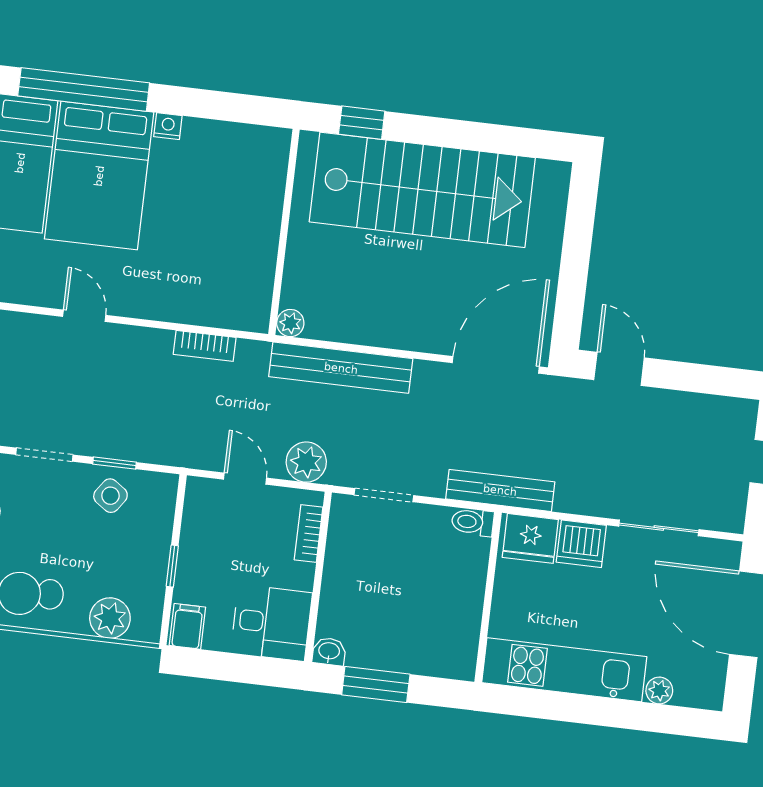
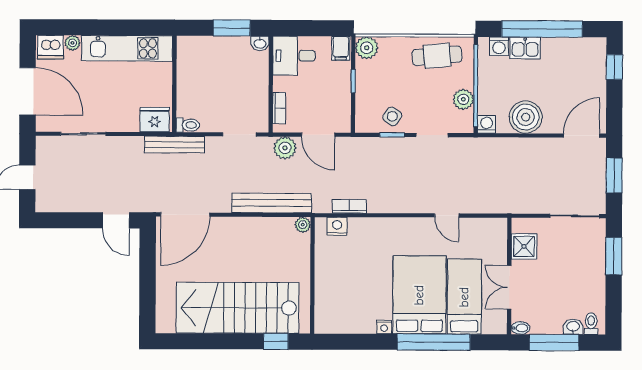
nightstand: (230, 313) -> (337, 226), added
door: (84, 316) -> (447, 216), moved
door: (245, 479) -> (318, 135), width x1.38
dishwasher: (581, 544) -> (50, 47), moved, turned 180
plant: (110, 618) -> (367, 48), moved

